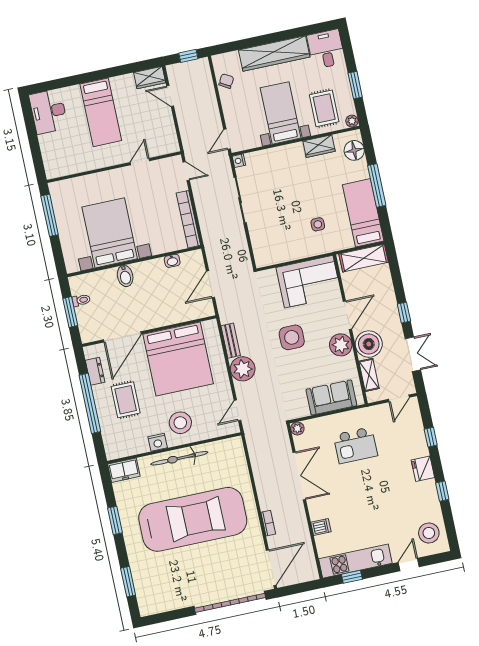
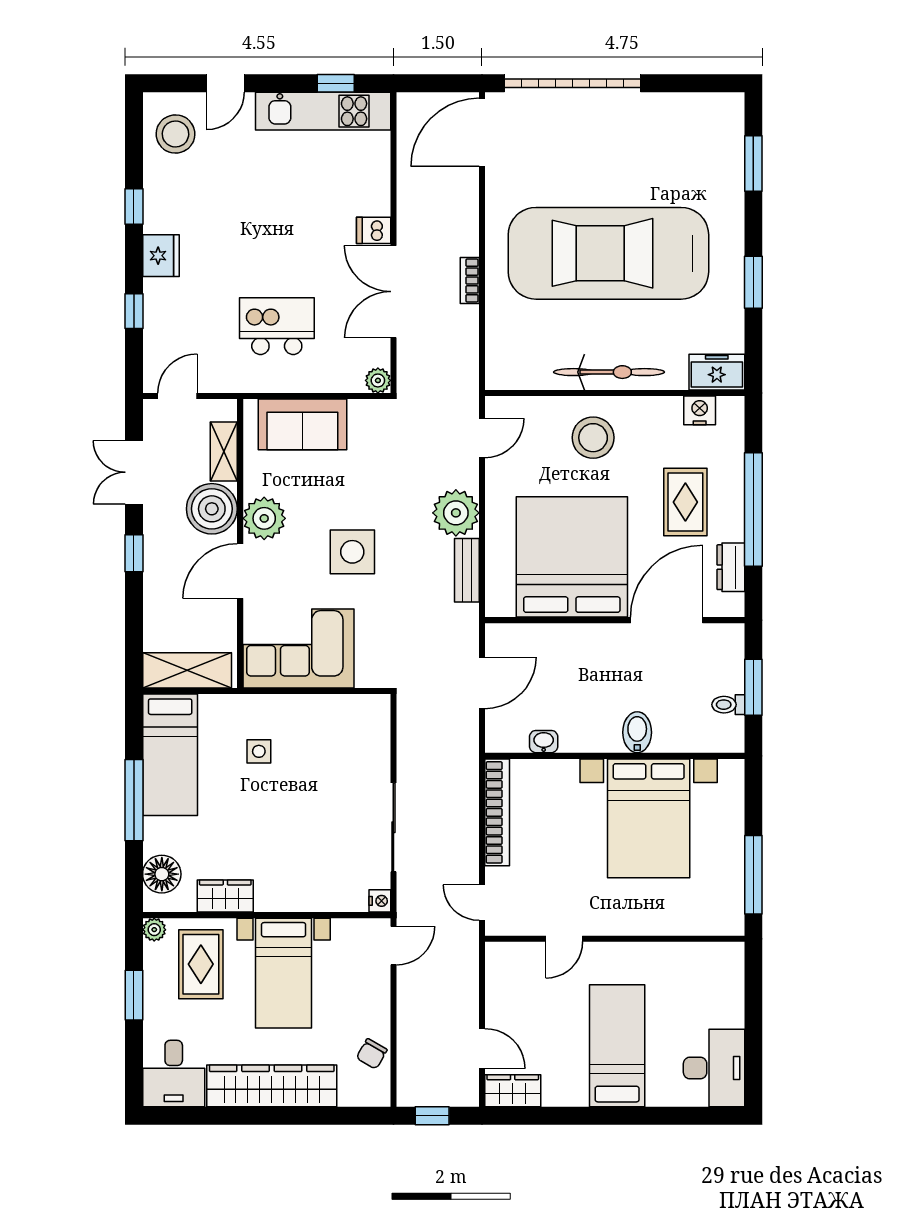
nightstand: (158, 442) -> (700, 410), moved
bookcase: (268, 523) -> (470, 280), moved
dishwasher: (321, 527) -> (374, 230), moved

